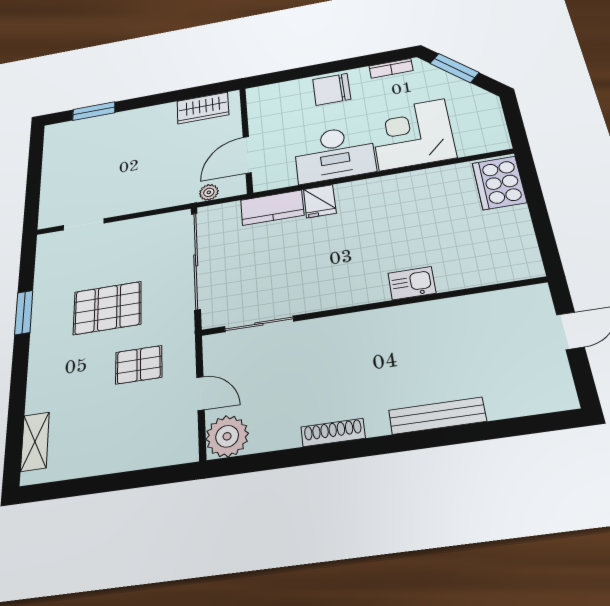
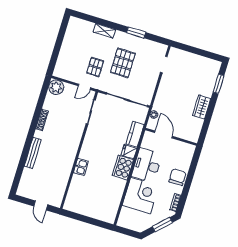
wardrobe: (203, 108) -> (202, 107), moved
cooker: (499, 183) -> (123, 168), moved, turned -90
door: (200, 393) -> (84, 87), moved
shelving: (35, 441) -> (104, 31), moved

